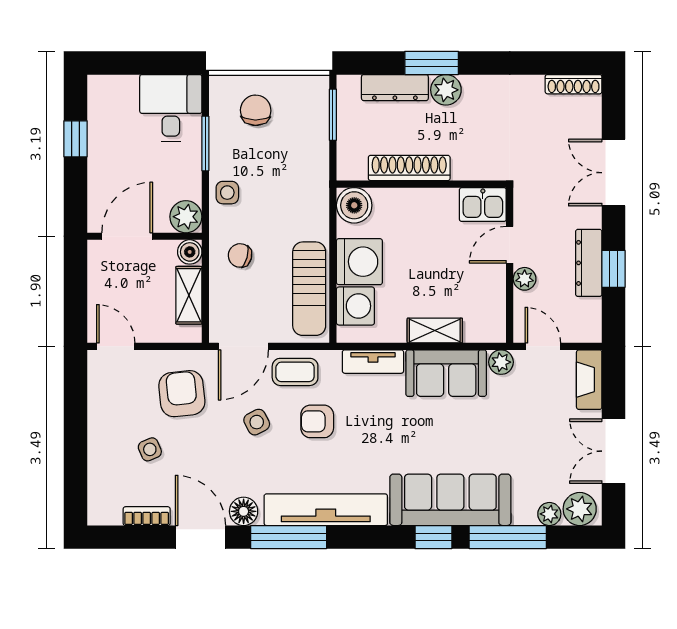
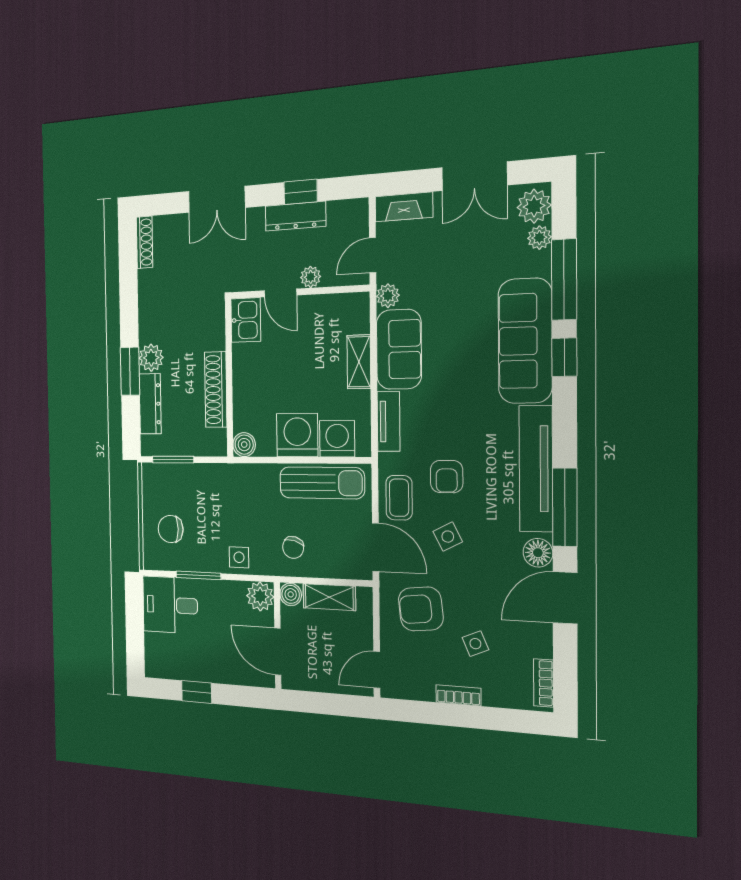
boiler: (354, 205) -> (244, 445), width x0.73, depth x0.73
bookcase: (96, 432) -> (458, 695), added
bookcase: (147, 516) -> (543, 683), moved

